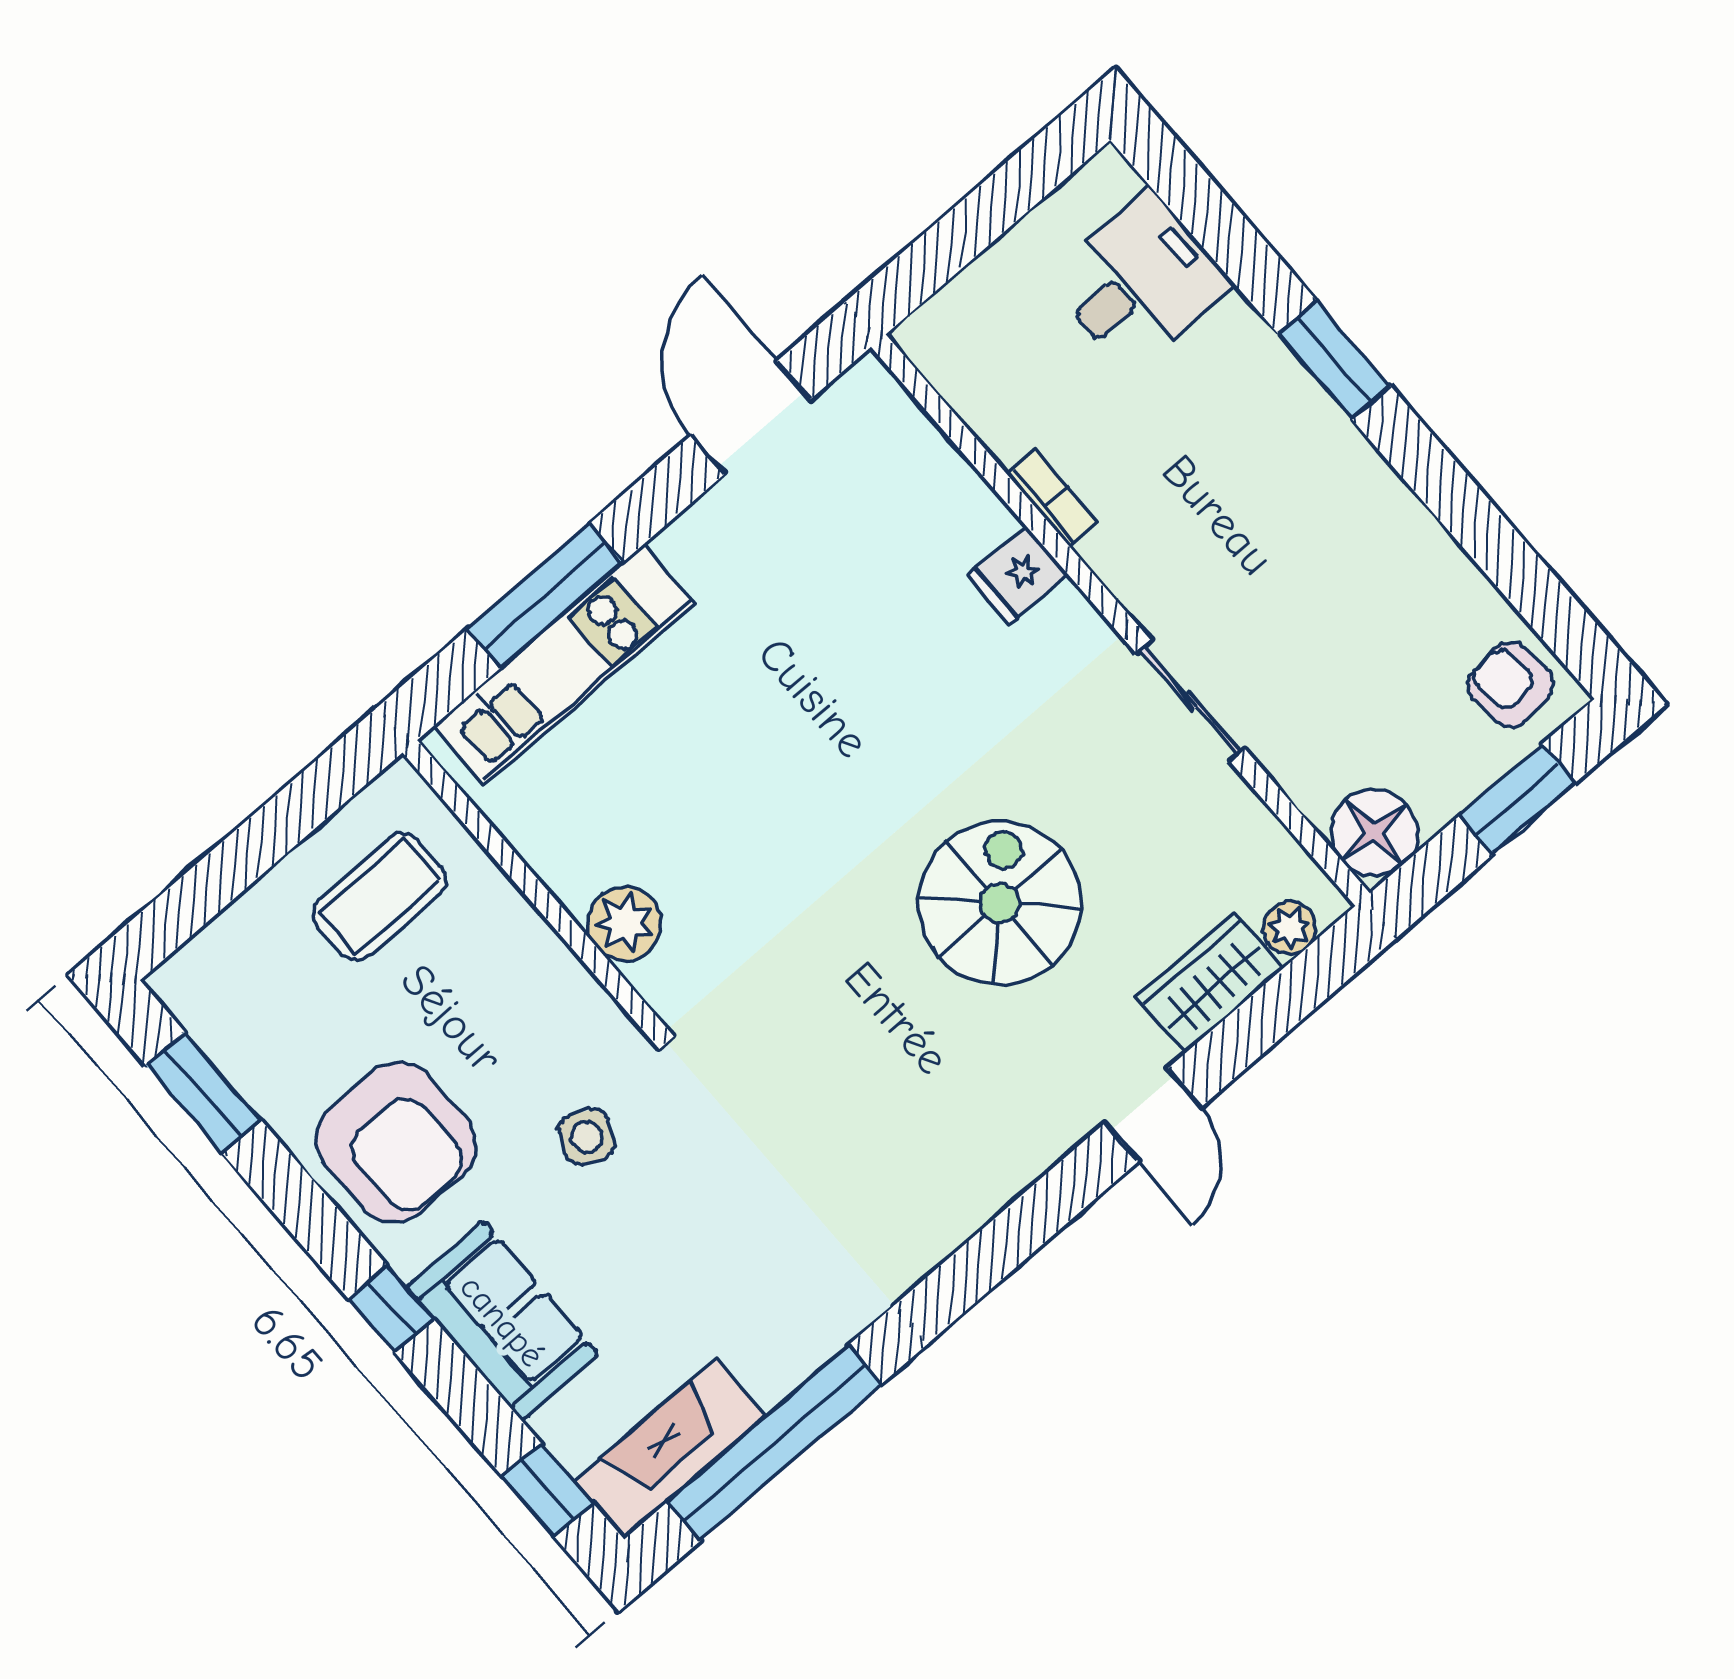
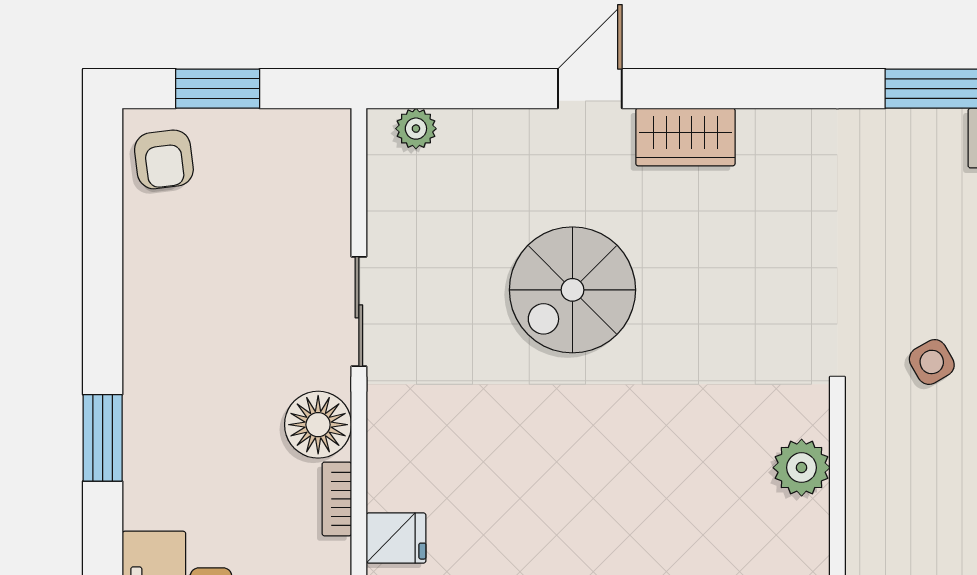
fridge: (1018, 576) -> (396, 538), moved
floor lamp: (1374, 832) -> (318, 425), moved
wardrobe: (1210, 983) -> (685, 137), moved
side table: (587, 1137) -> (932, 362), turned 35

